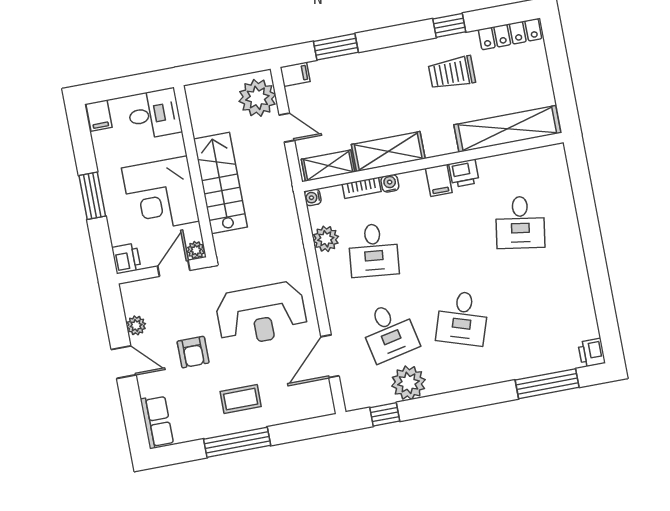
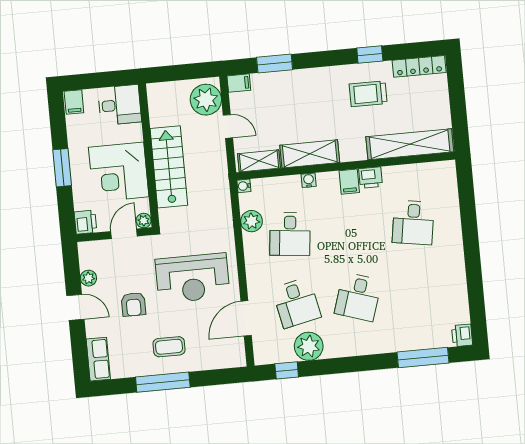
bookcase: (362, 188) -> (285, 182), removed

